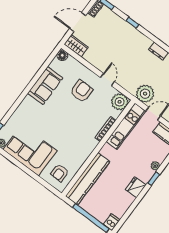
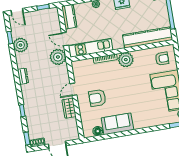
wardrobe: (76, 46) -> (69, 108), moved
floor lamp: (62, 55) -> (98, 131), moved
plant: (120, 102) -> (126, 60), moved

